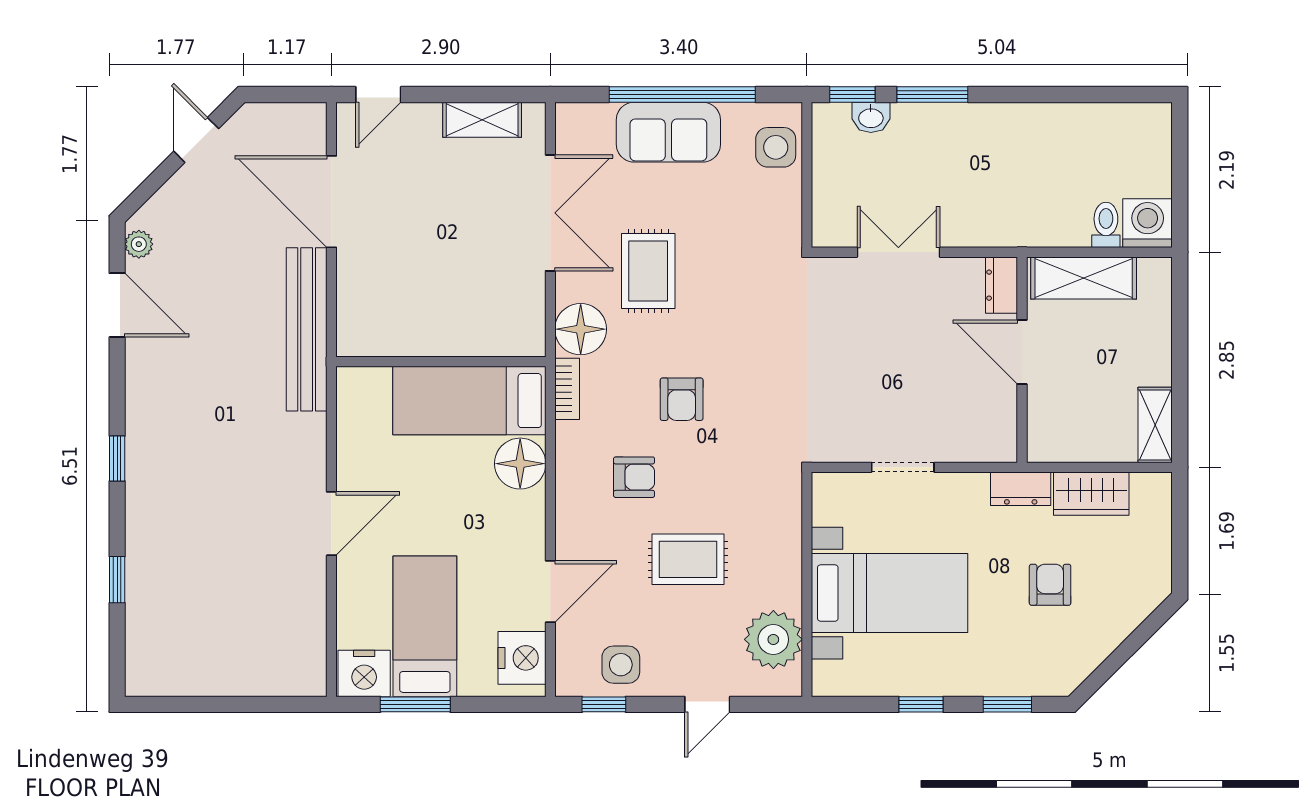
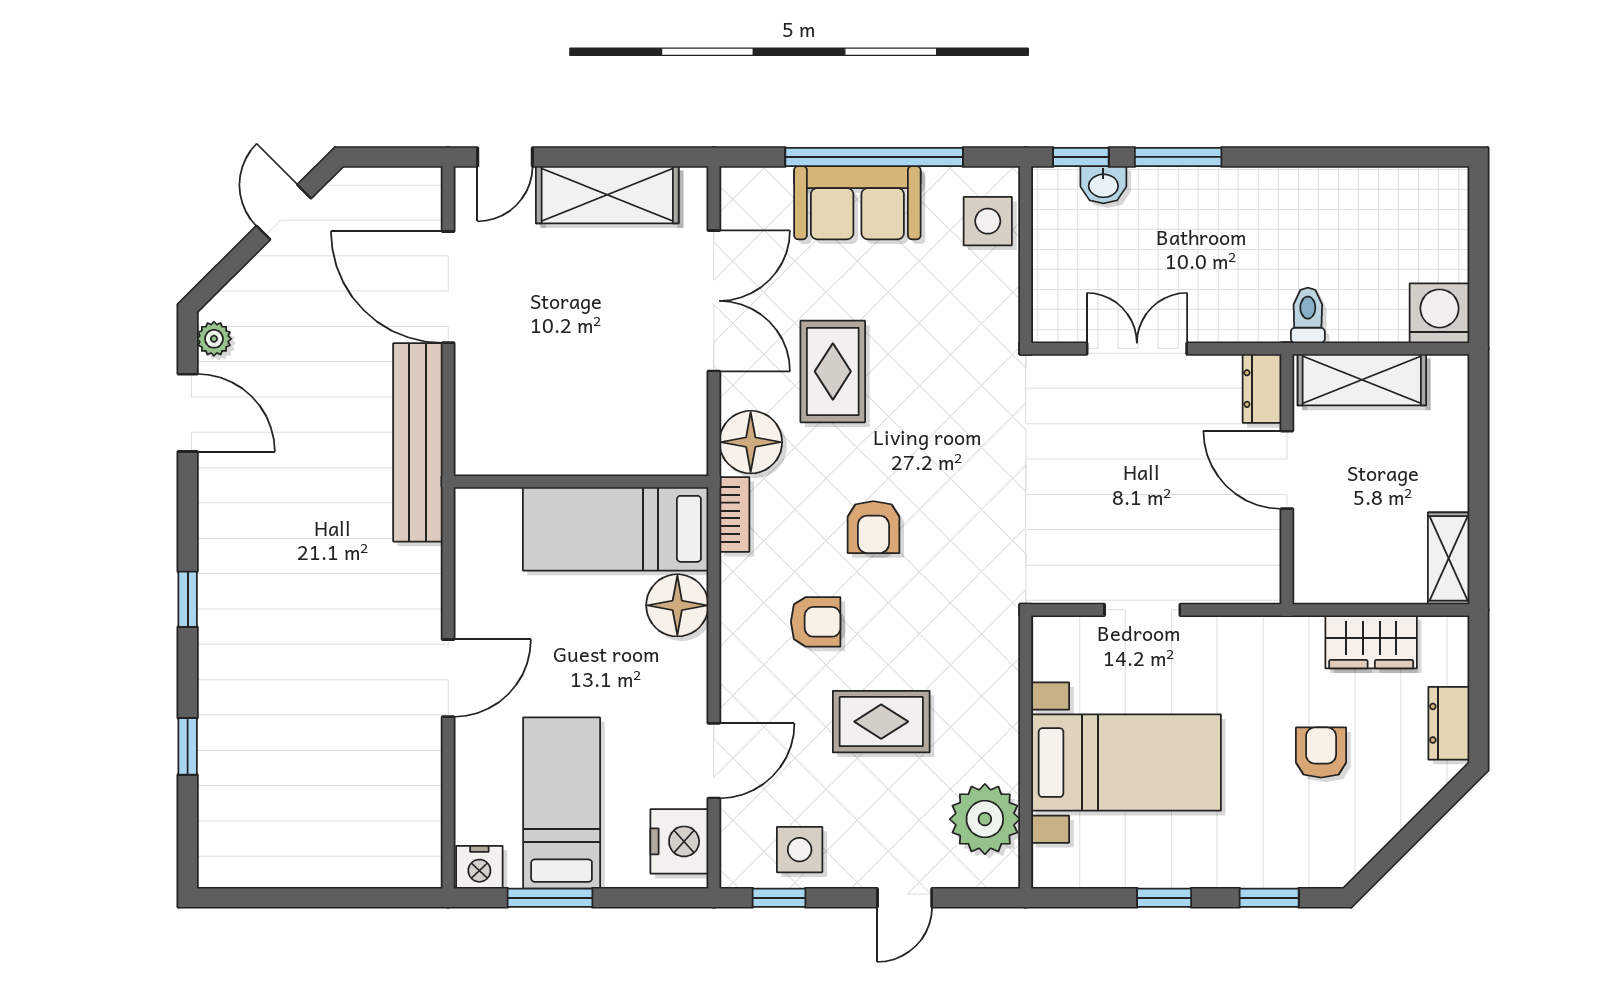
shelving: (482, 120) -> (607, 195), width x1.50, depth x1.33
toilet: (1106, 225) -> (1308, 315), moved
dresser: (1021, 489) -> (1449, 723), moved, turned 90
nightstand: (364, 673) -> (479, 867), width x0.74, depth x0.75

